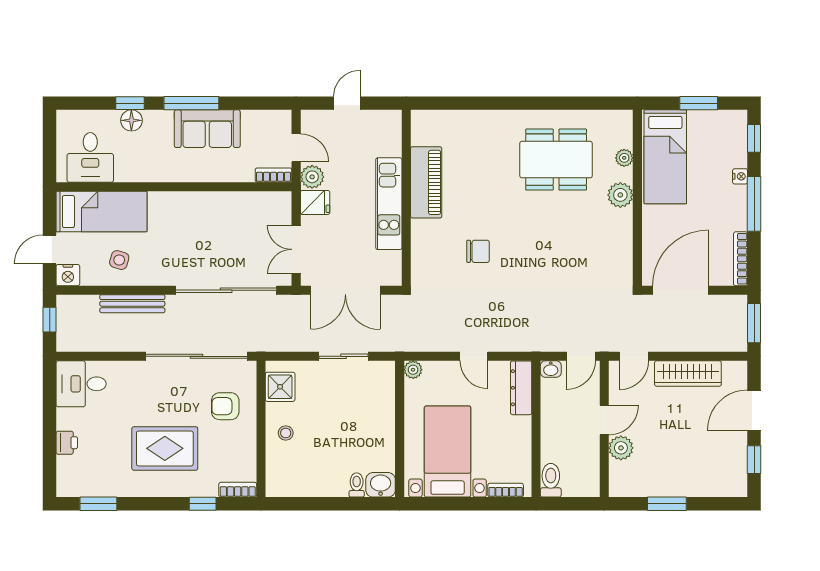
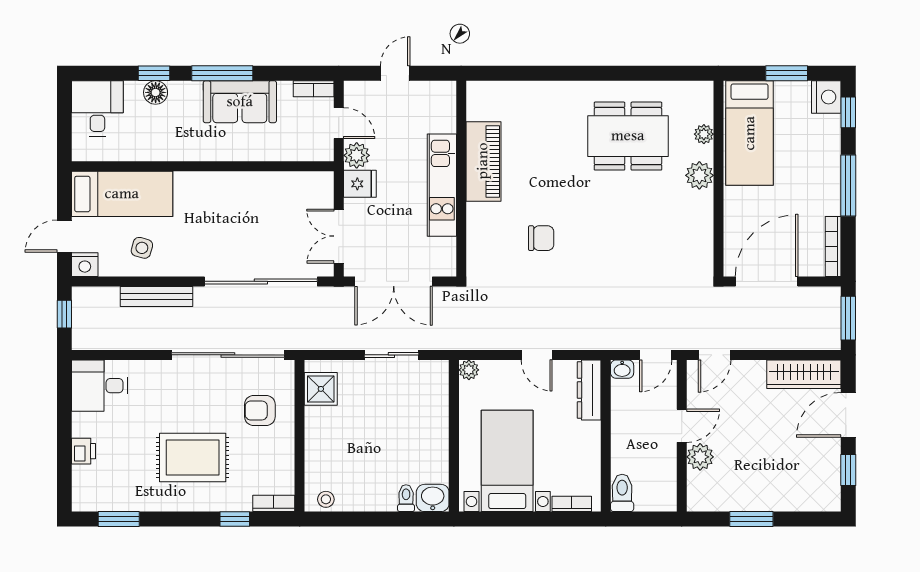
desk: (90, 157) -> (97, 108), moved, turned 180
bookcase: (274, 175) -> (314, 89), moved, turned 180
nightstand: (740, 176) -> (826, 97), moved, width x1.89, depth x1.79
wardrobe: (688, 374) -> (804, 374), moved
stool: (286, 433) -> (326, 499), moved

